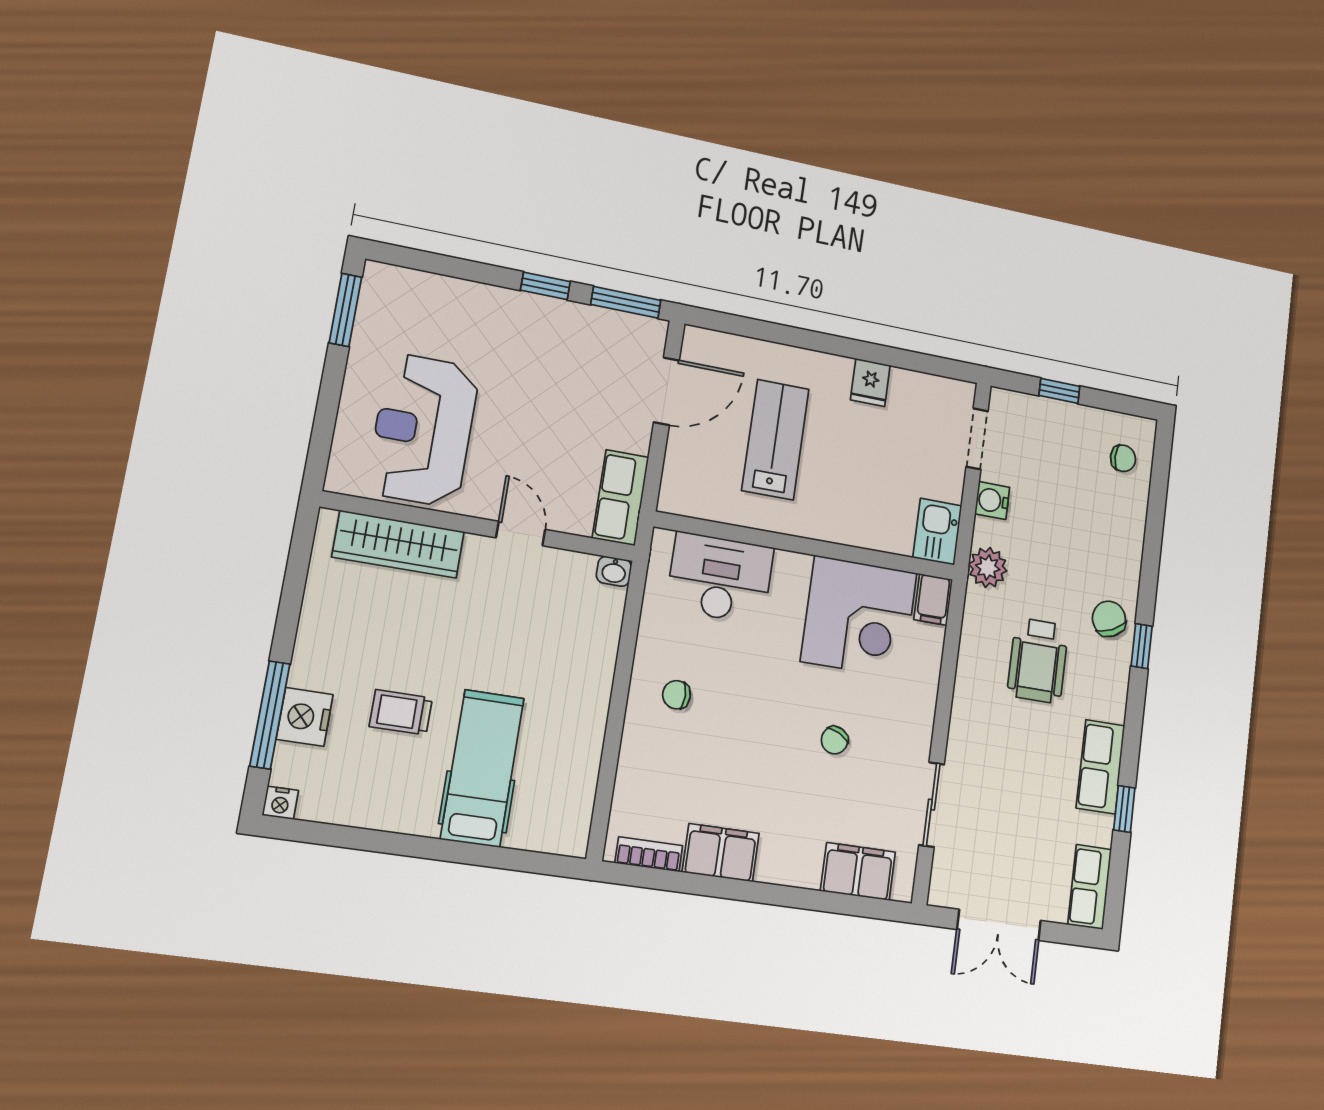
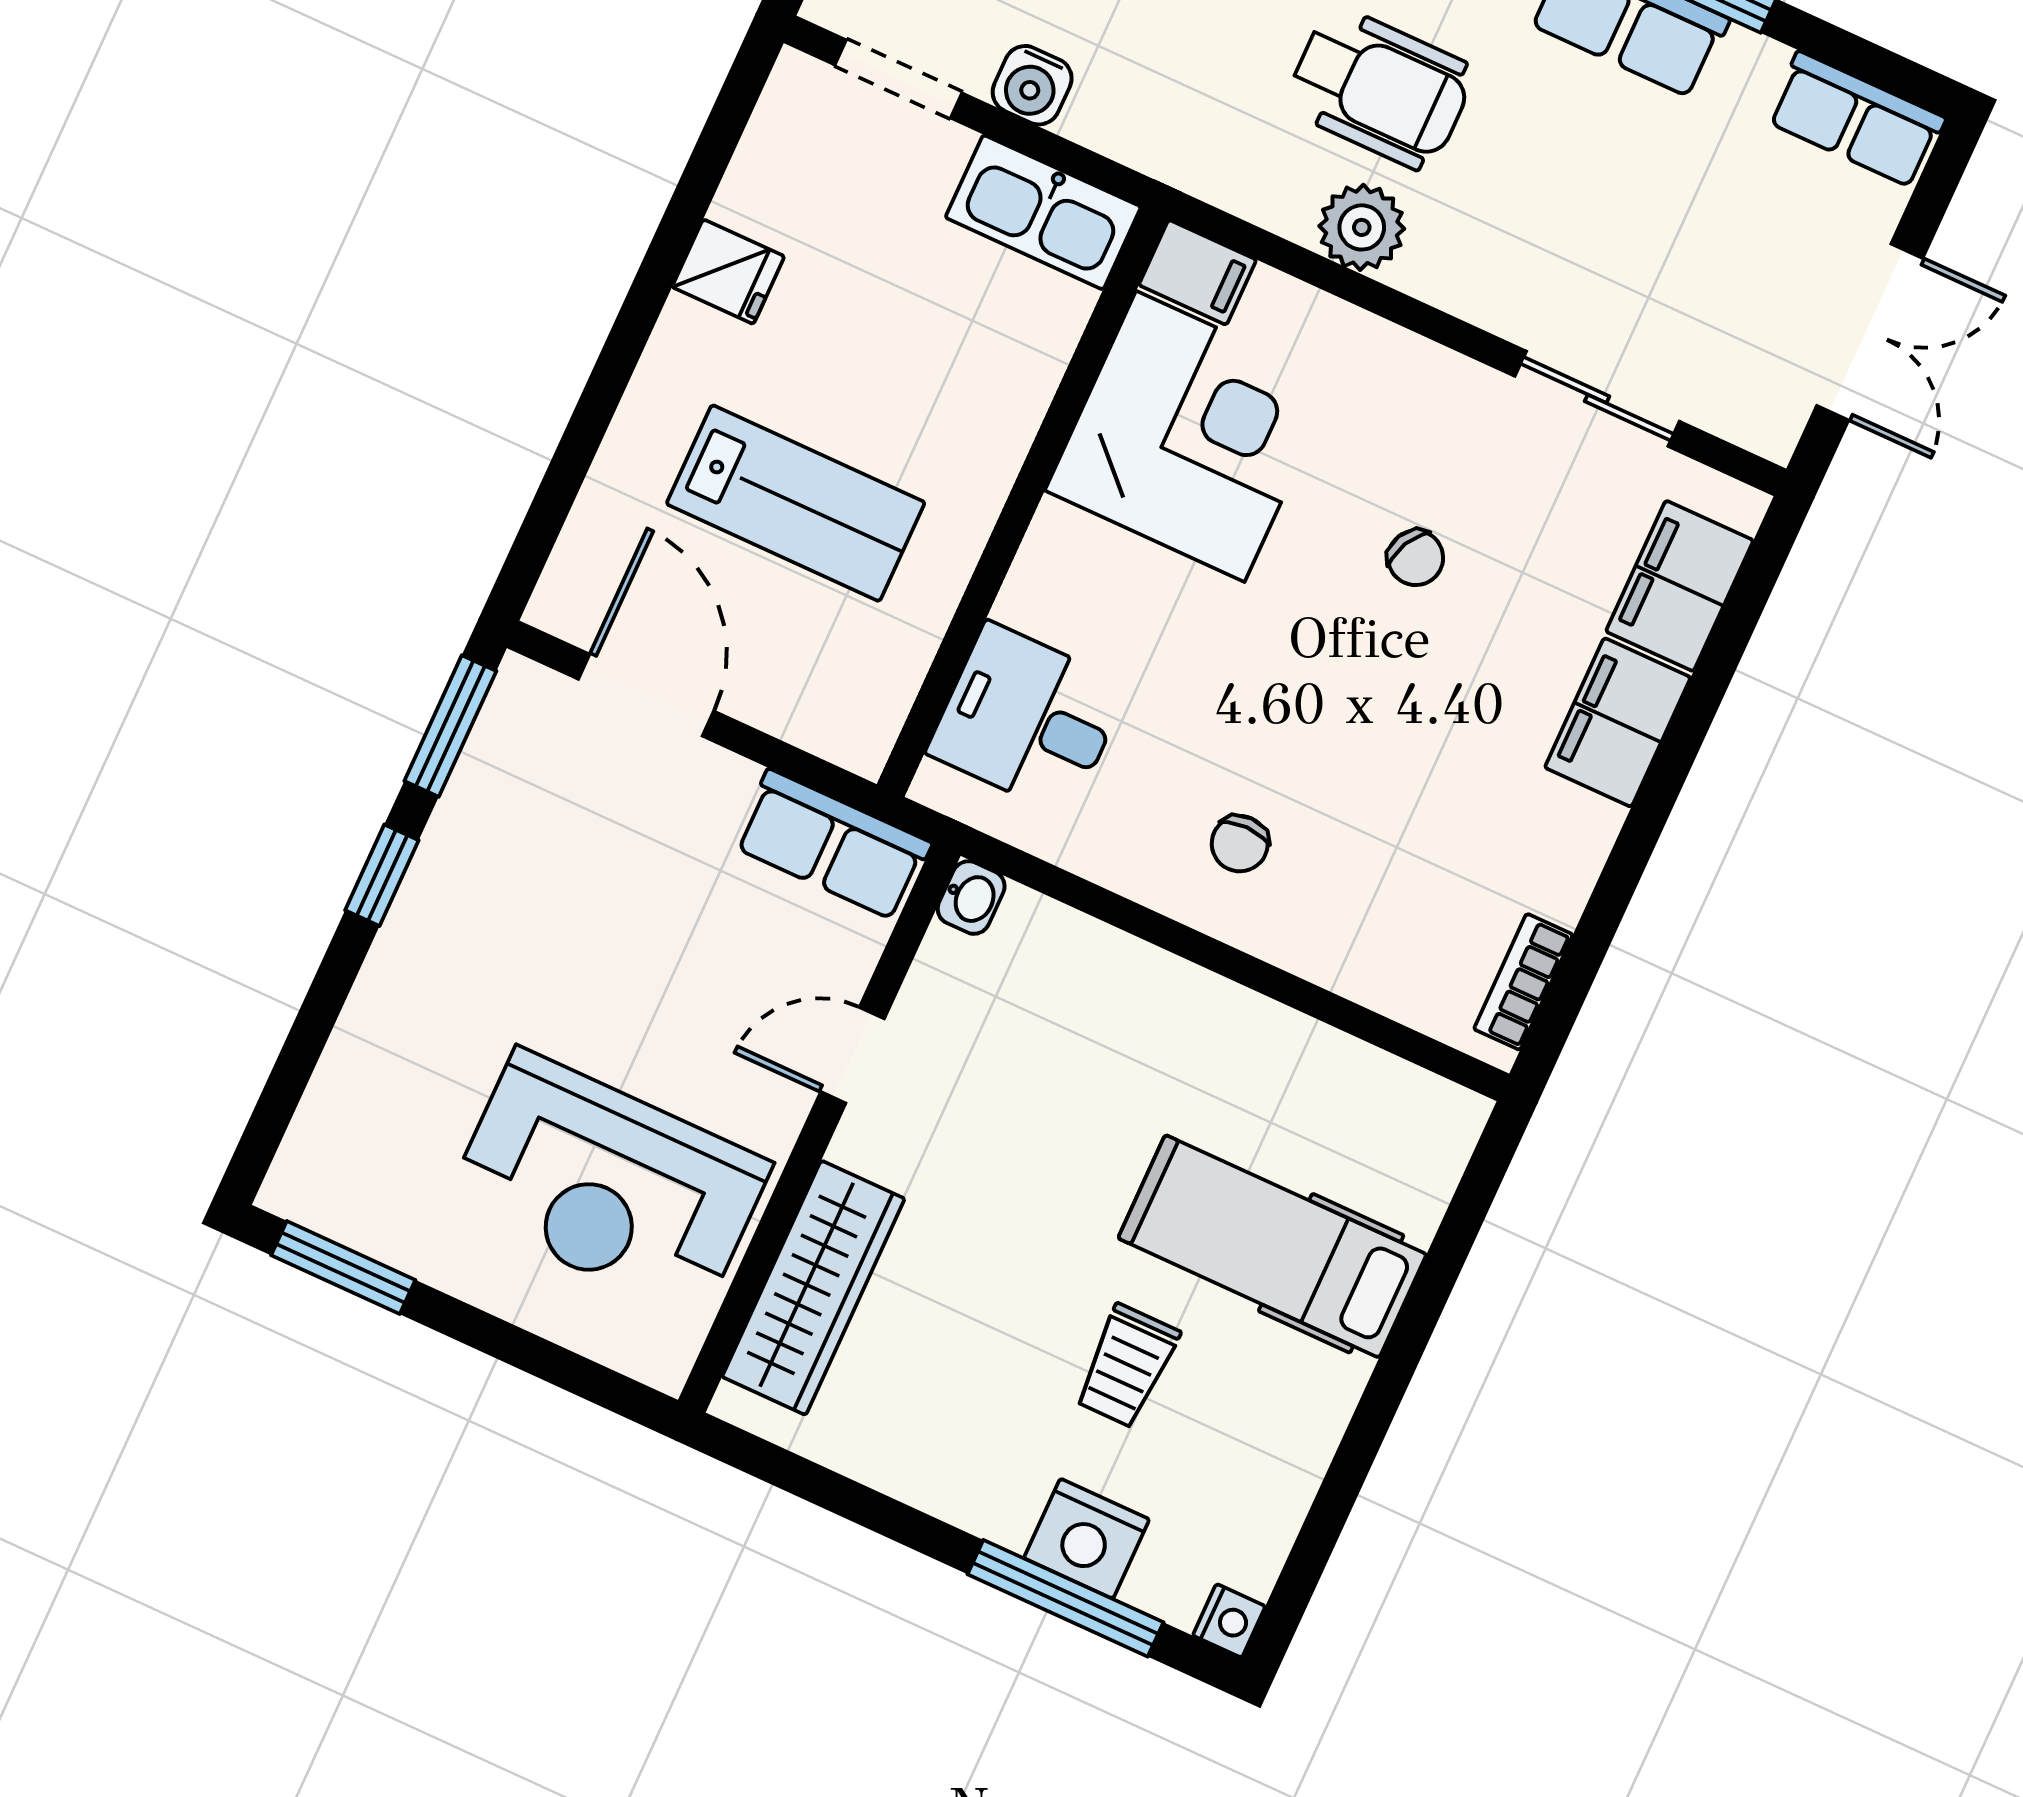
lab bench: (775, 440) -> (796, 503), turned 180
kitchen sink: (937, 532) -> (1043, 212), width x1.38
plant: (988, 567) -> (1362, 227), moved
desk: (720, 578) -> (1028, 719), width x0.73
filing cabinet: (721, 853) -> (1618, 722), moved

